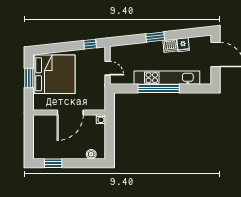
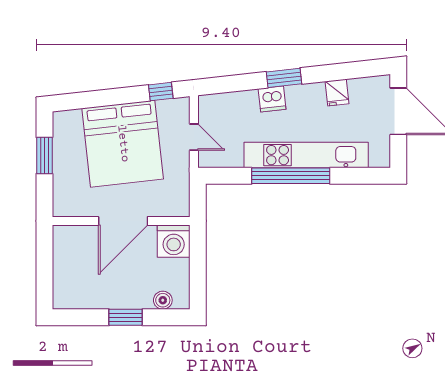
dishwasher: (170, 46) -> (272, 99), moved
bed: (54, 74) -> (123, 144), moved, turned 84
washing machine: (101, 119) -> (174, 241), width x1.89, depth x1.89
window: (53, 163) -> (126, 317), moved

